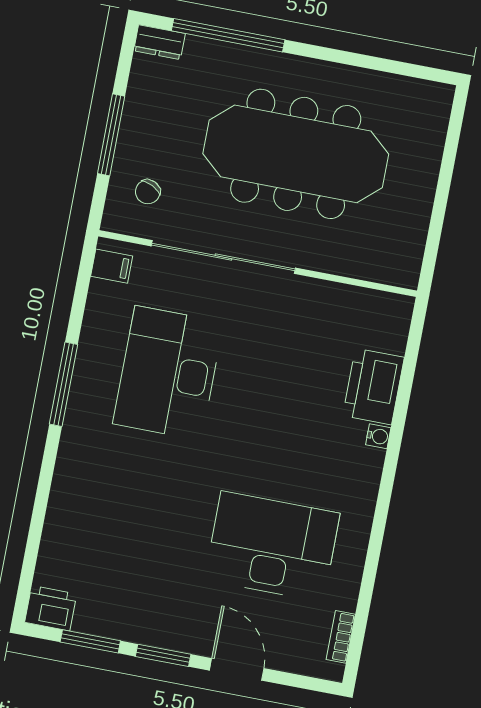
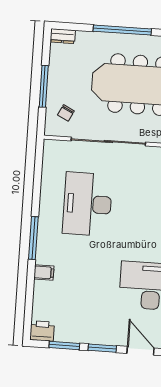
window: (228, 35) -> (122, 30), moved
filing cabinet: (112, 266) -> (44, 272), moved
window: (64, 384) -> (33, 238), moved

